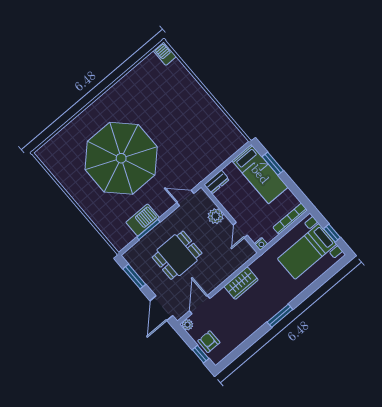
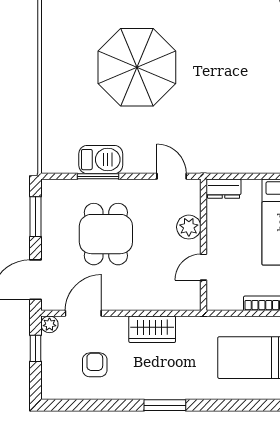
parasol: (121, 158) -> (137, 67), width x0.73, depth x0.73
nightstand: (261, 244) -> (214, 304), removed
dining table: (177, 255) -> (106, 234), turned 90
armchair: (209, 342) -> (95, 365), moved
window: (201, 354) -> (36, 348), moved

